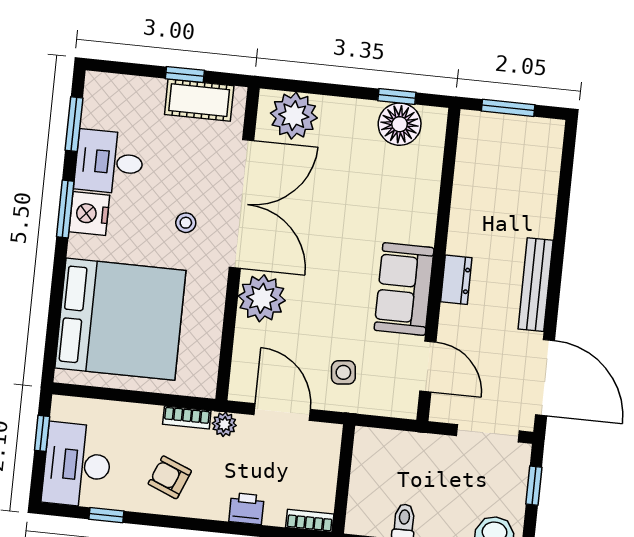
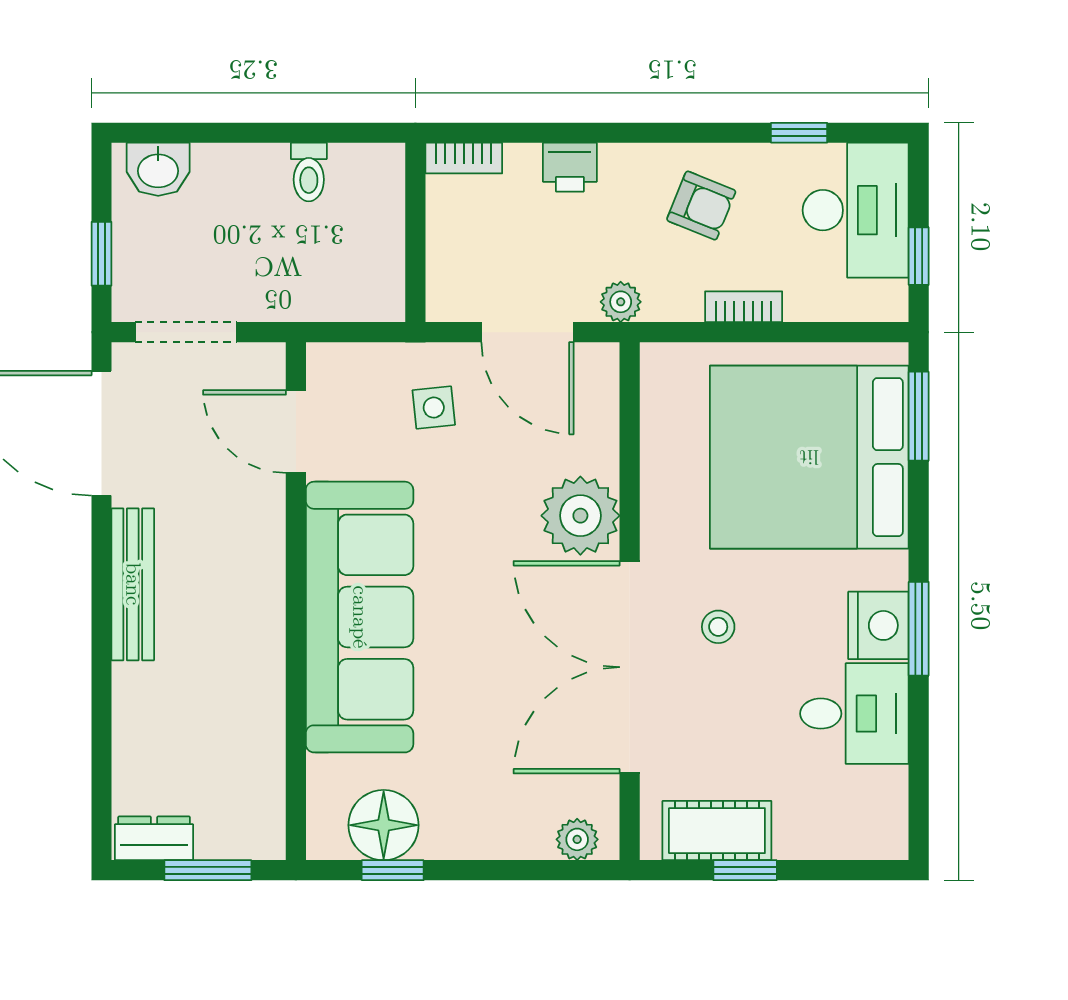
plant: (294, 116) -> (577, 839), width x0.53, depth x0.53
window: (74, 124) -> (919, 416), moved
dresser: (456, 280) -> (154, 838), moved, turned 90
sofa: (404, 289) -> (360, 617), width x1.85, depth x1.27
bookcase: (187, 418) -> (744, 307), moved

